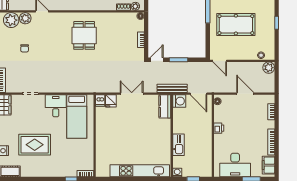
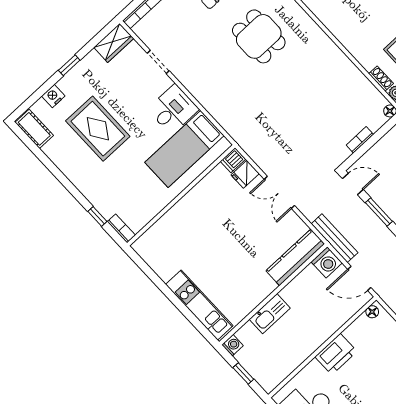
dining table: (84, 35) -> (259, 36), moved, turned 90
double door: (132, 94) -> (279, 192), swing flipped
door: (198, 94) -> (359, 278), hinge flipped
kitchen counter: (165, 106) -> (295, 257), width x1.50
printer: (219, 128) -> (336, 354), width x1.87, depth x1.48
kitchen unit: (140, 171) -> (199, 305), width x0.73

